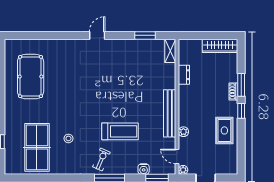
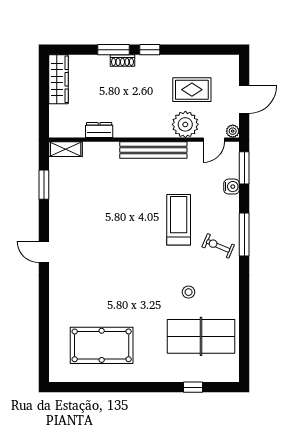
rug: (224, 130) -> (192, 90), moved
plant: (183, 132) -> (185, 124), width x1.87, depth x1.87

